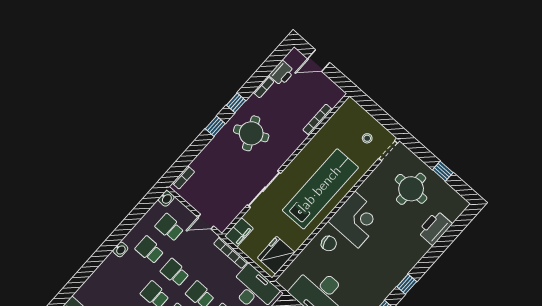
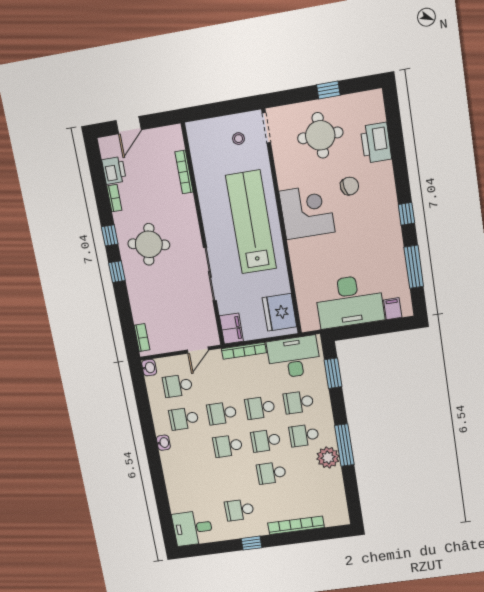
round table: (251, 133) -> (149, 244), turned 36
chair: (329, 243) -> (350, 186), moved

